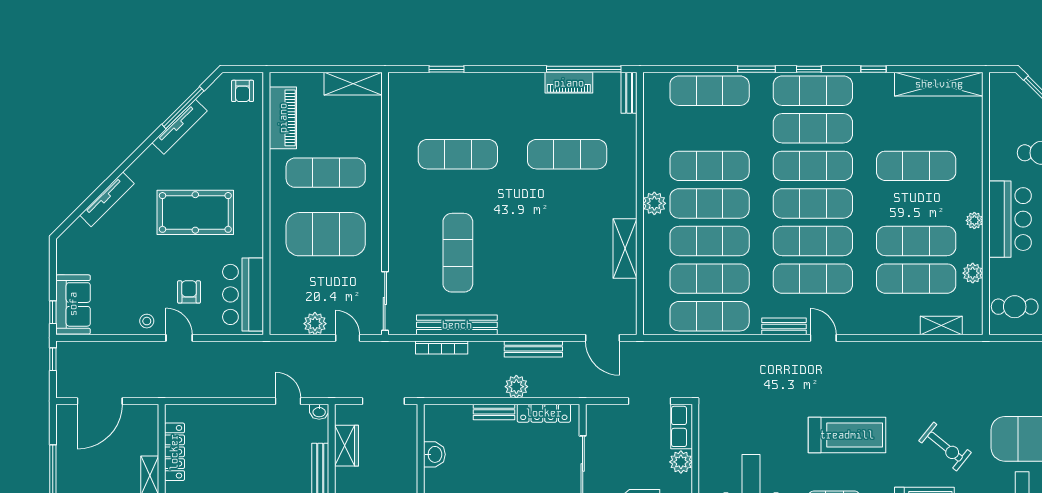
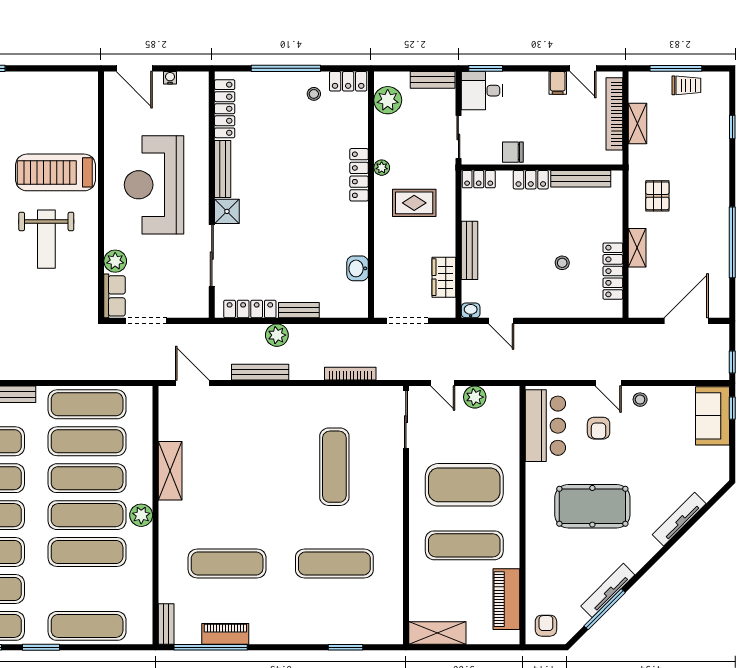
bench: (457, 325) -> (335, 396), removed
stool: (226, 460) -> (562, 263), added

